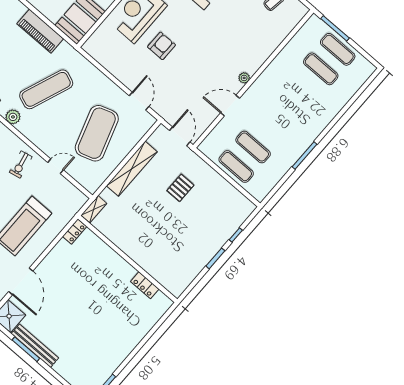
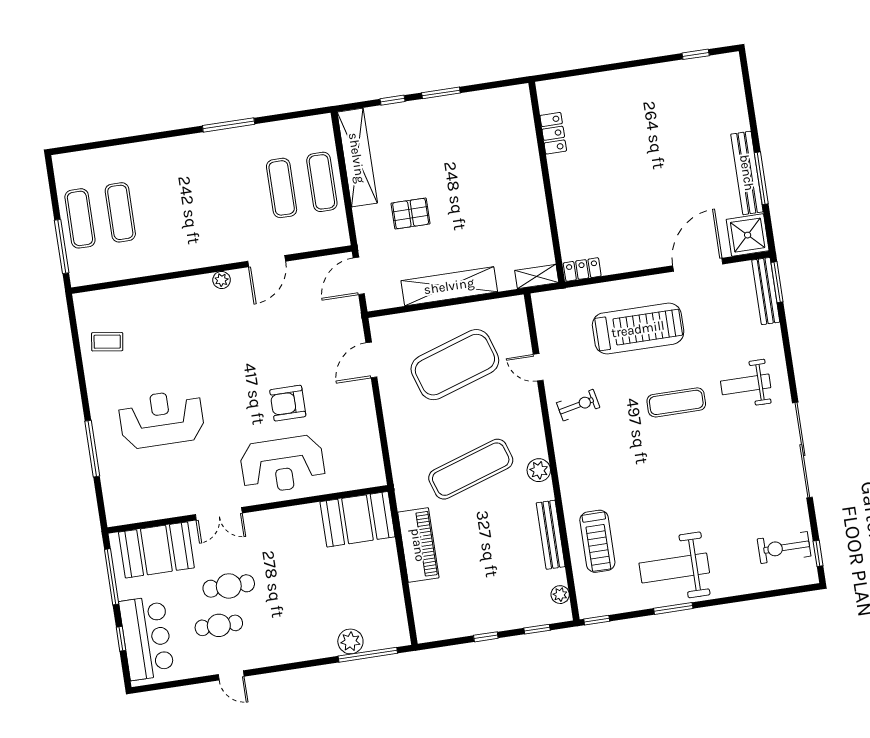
exercise mat: (46, 89) -> (471, 469), turned -39
door: (230, 106) -> (267, 261), hinge flipped
shelving: (229, 193) -> (357, 158), added

